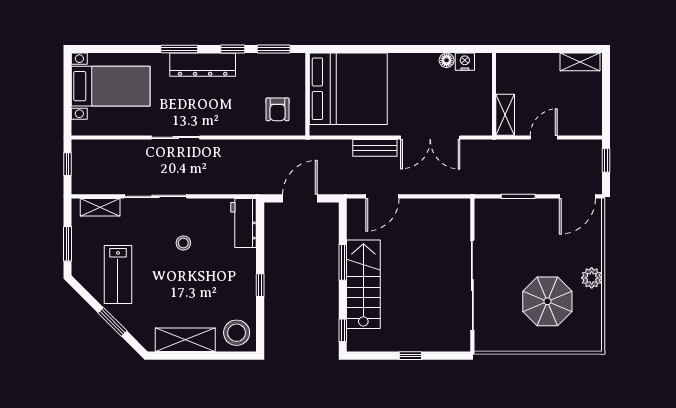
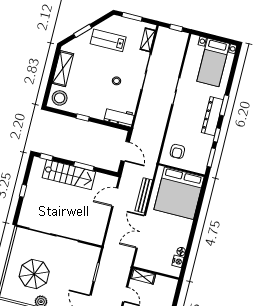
armchair: (278, 109) -> (177, 151), turned -90
bench: (375, 148) -> (144, 195), width x1.36
door: (382, 196) -> (115, 197), hinge flipped

